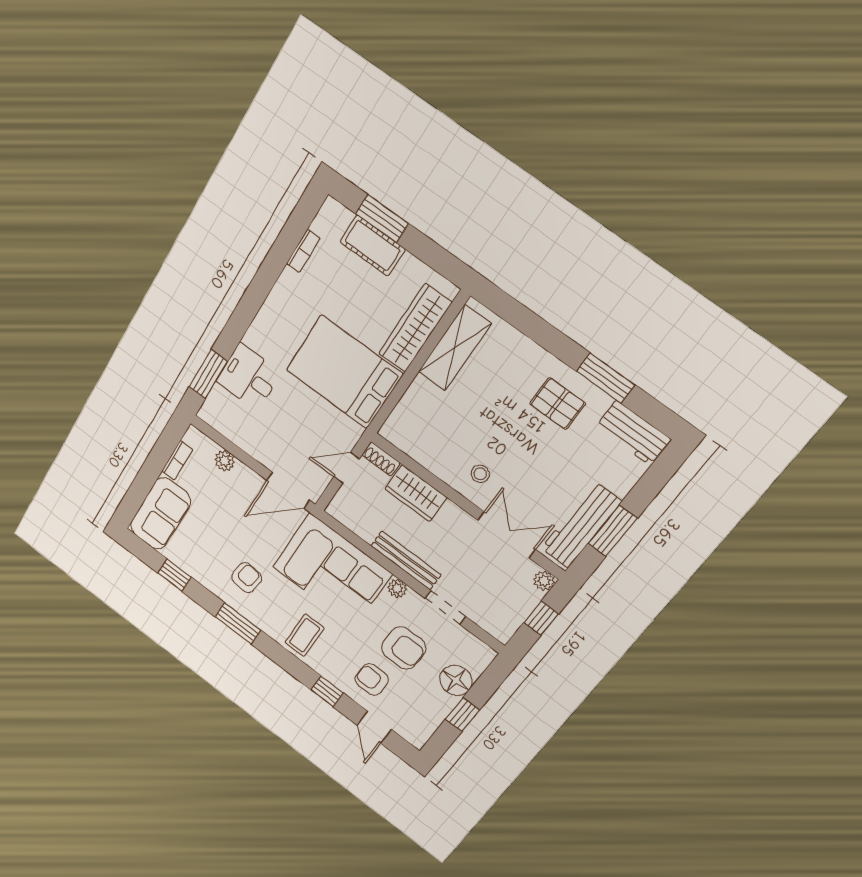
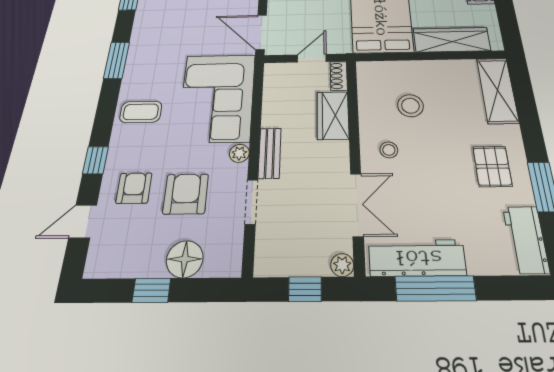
shelving: (455, 348) -> (497, 90), moved, turned 90
stool: (454, 423) -> (410, 106), added
door: (347, 468) -> (312, 58), hinge flipped
window: (613, 531) -> (435, 288), width x1.44
bench: (406, 560) -> (270, 153), width x0.73
armchair: (247, 578) -> (164, 45), removed
armchair: (404, 648) -> (186, 194), turned 180

